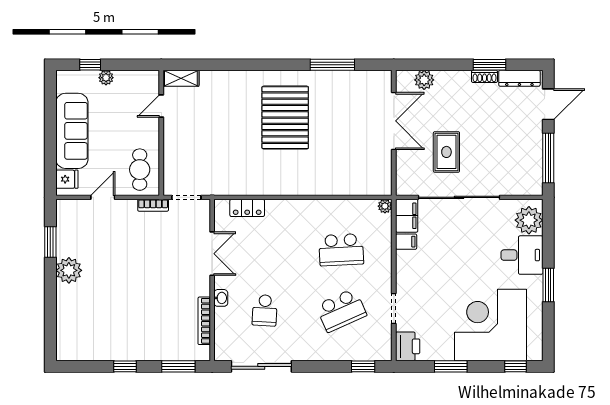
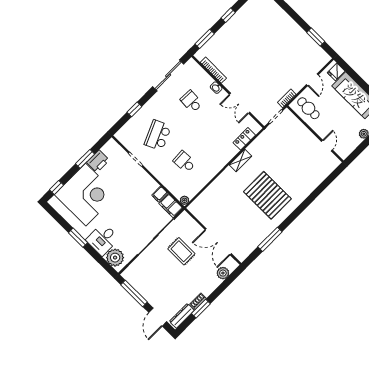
shelving: (181, 78) -> (240, 161), moved
school desk: (341, 250) -> (184, 162), width x0.54
plant: (69, 270) -> (295, 33), removed
printer: (408, 346) -> (98, 161), moved, turned -90
window: (363, 366) -> (134, 109), moved

